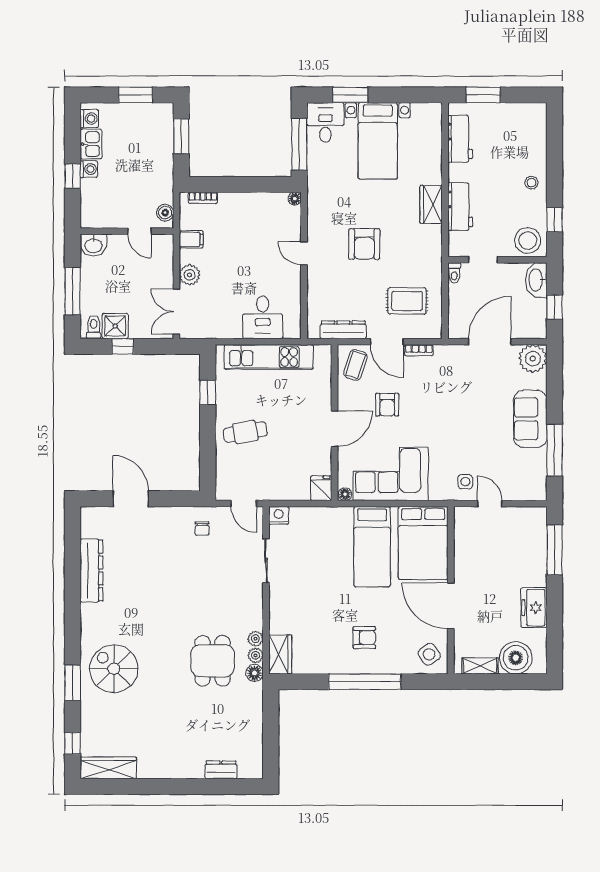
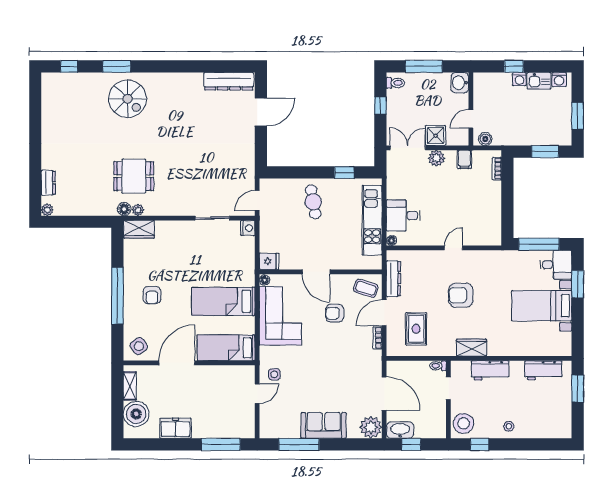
floor lamp: (295, 199) -> (392, 241), moved
wardrobe: (431, 204) -> (472, 348), moved
washbasin: (536, 280) -> (400, 430), moved
shower: (115, 326) -> (436, 135), moved
chair: (202, 529) -> (237, 168), removed
bed: (423, 543) -> (226, 348), width x0.67
dresser: (91, 570) -> (229, 81), moved
plant: (255, 639) -> (47, 210), moved
spiral stairs: (114, 669) -> (128, 99), turned 90
wardrobe: (108, 768) -> (50, 94), removed

